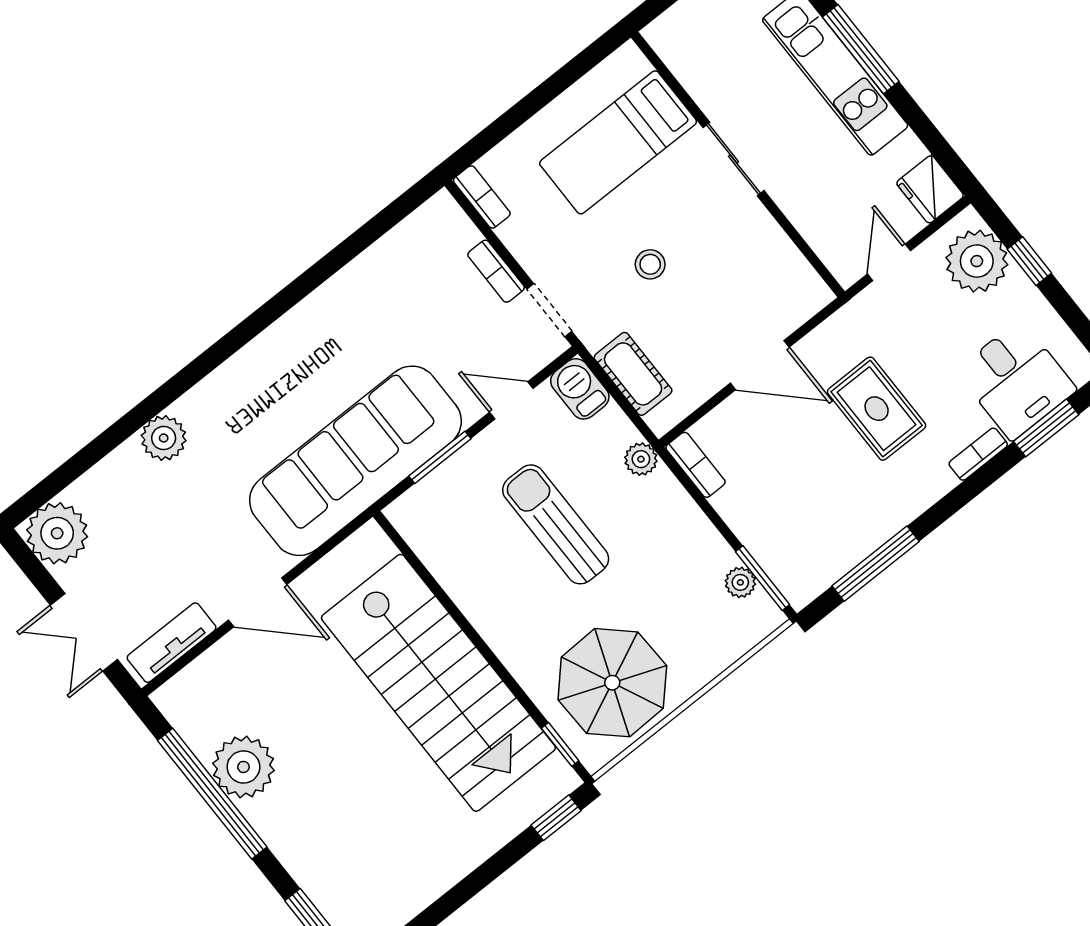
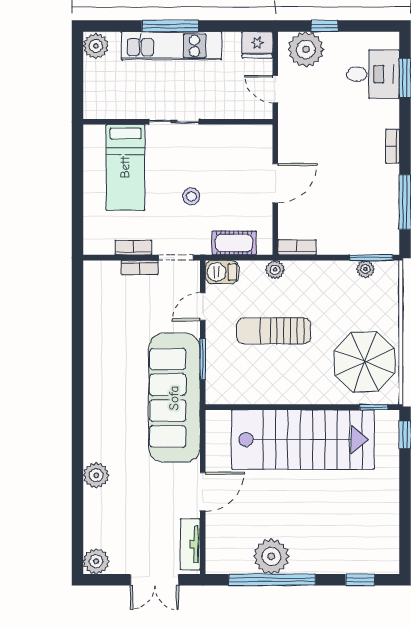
bookcase: (482, 197) -> (133, 248), moved
rug: (877, 409) -> (336, 147), removed
bookcase: (978, 454) -> (393, 146), moved
plant: (57, 533) -> (96, 561), width x0.73, depth x0.73

